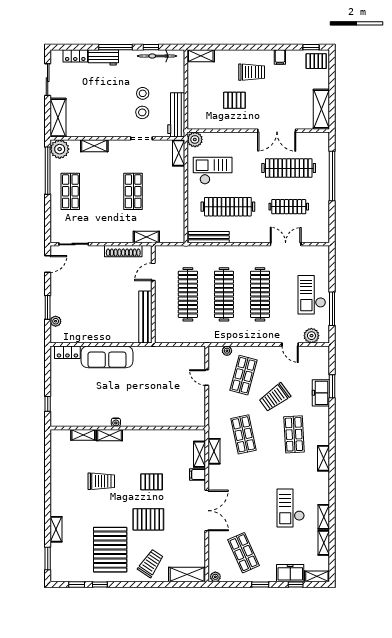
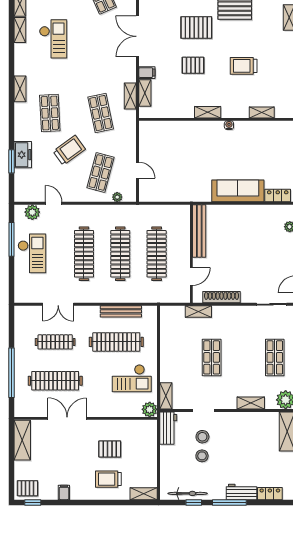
trolley: (252, 72) -> (108, 479), moved
workbench: (176, 115) -> (168, 428), width x0.73
bench: (209, 237) -> (121, 311), moved
shelving: (110, 435) -> (208, 112), moved

